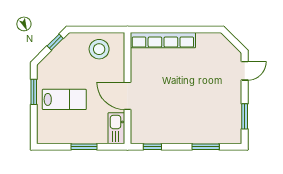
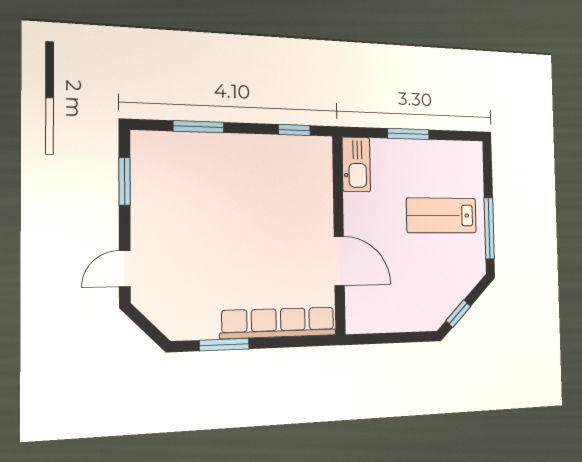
window: (193, 30) -> (224, 345), added
stool: (99, 49) -> (387, 303), removed
window: (34, 92) -> (489, 228), width x1.44
door: (127, 96) -> (339, 261), moved

